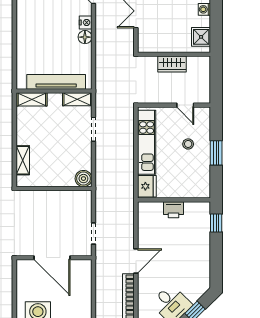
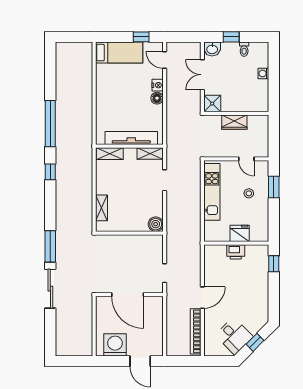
shower: (201, 37) -> (212, 104), moved
window: (216, 153) -> (274, 187), moved
fridge: (147, 186) -> (240, 233), moved, turned -90

